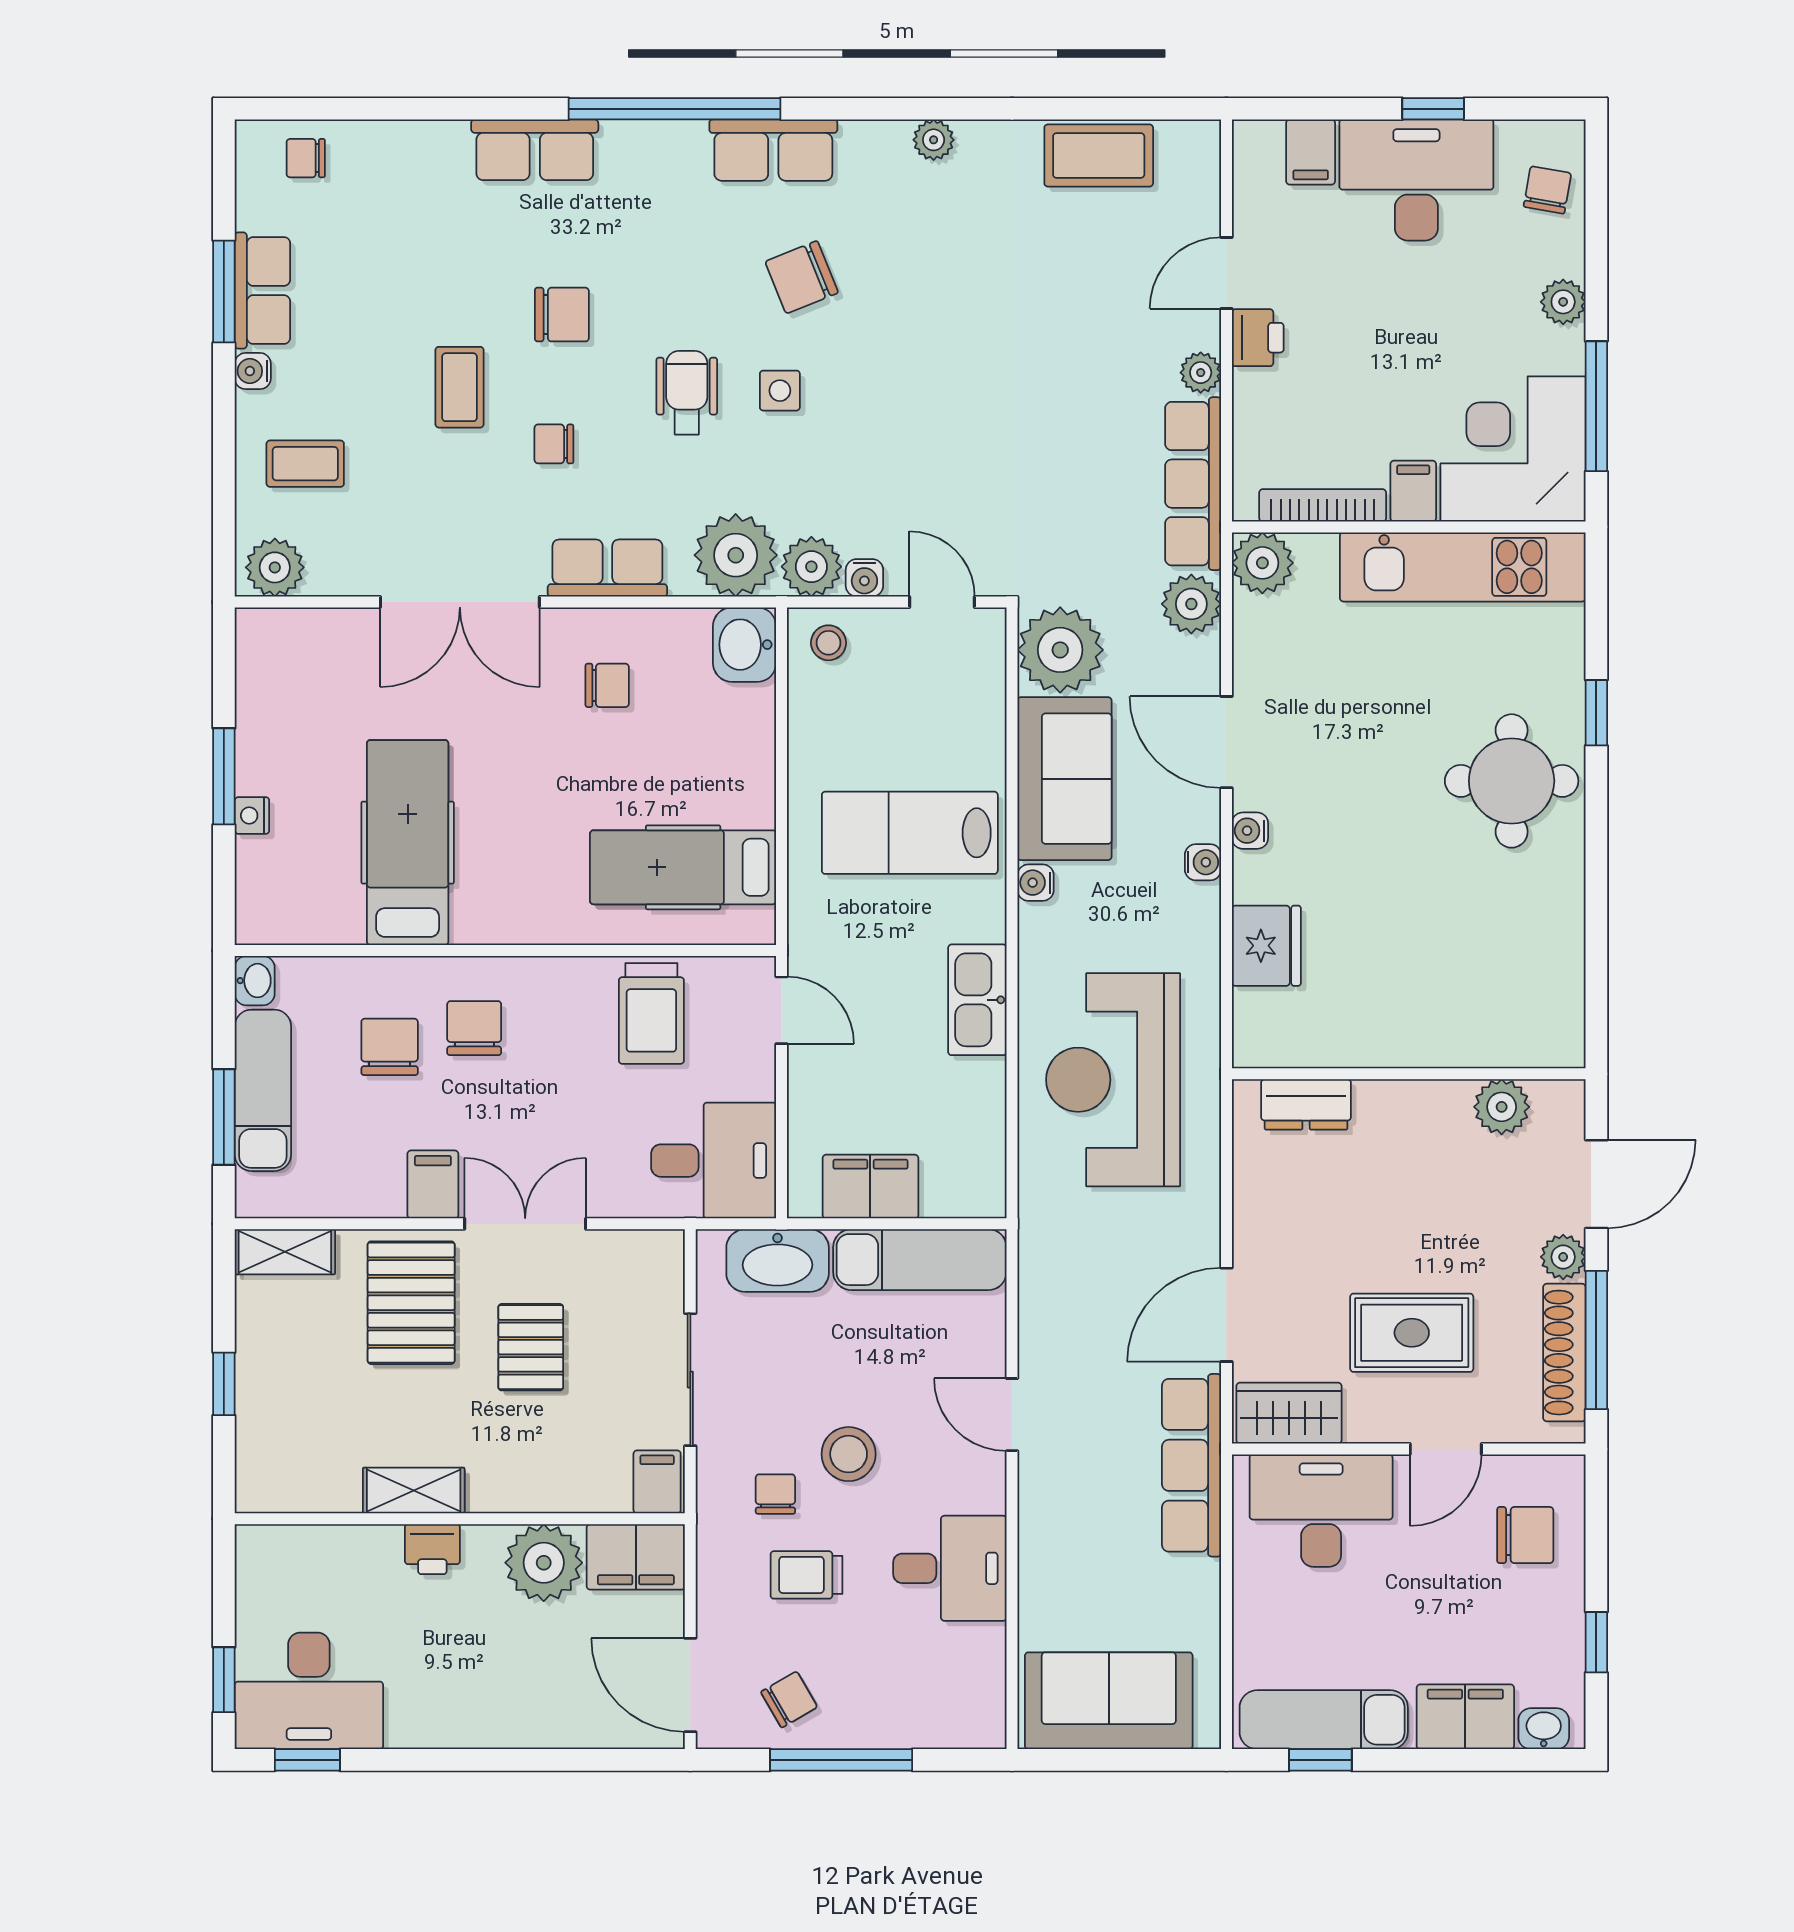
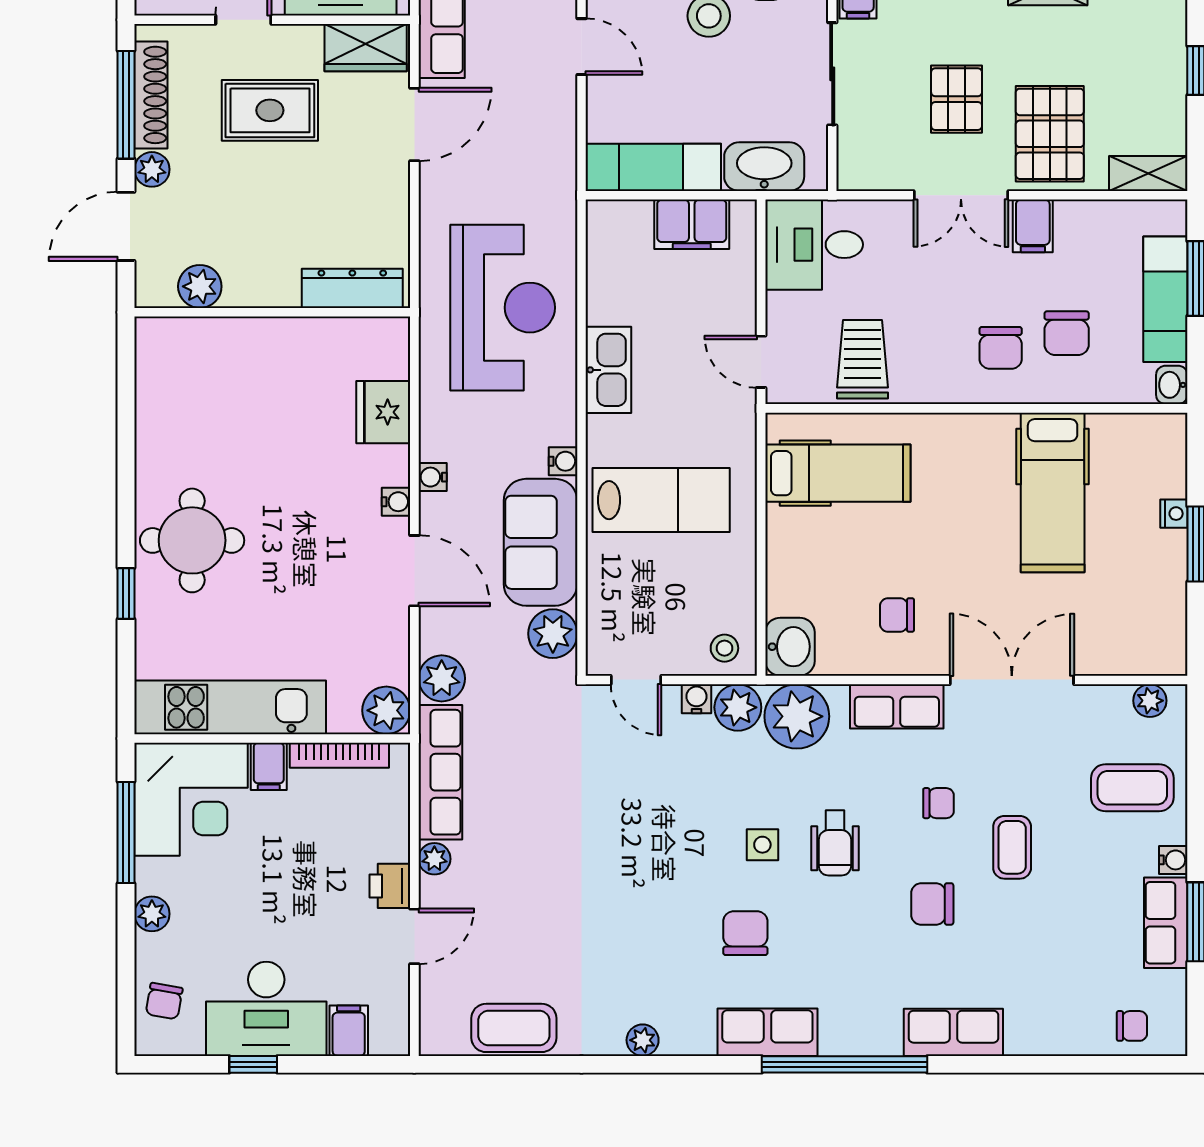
chair: (802, 277) -> (745, 933), turned -68
coffee table: (305, 464) -> (1132, 788), width x1.36, depth x1.30
plant: (275, 567) -> (1150, 701), width x0.73, depth x0.73
plant: (1060, 650) -> (553, 634), width x0.73, depth x0.73
dresser: (1306, 1104) -> (352, 288), width x1.44

